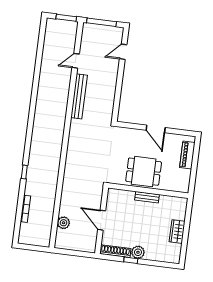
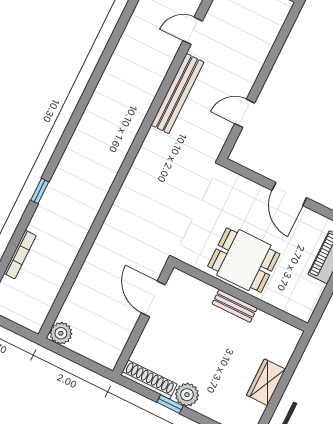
door: (123, 52) -> (245, 113), moved
door: (102, 220) -> (153, 299), moved
plant: (64, 223) -> (61, 333), moved

